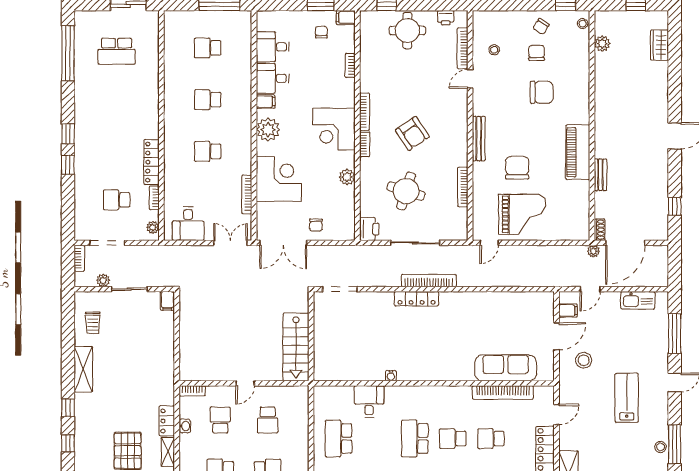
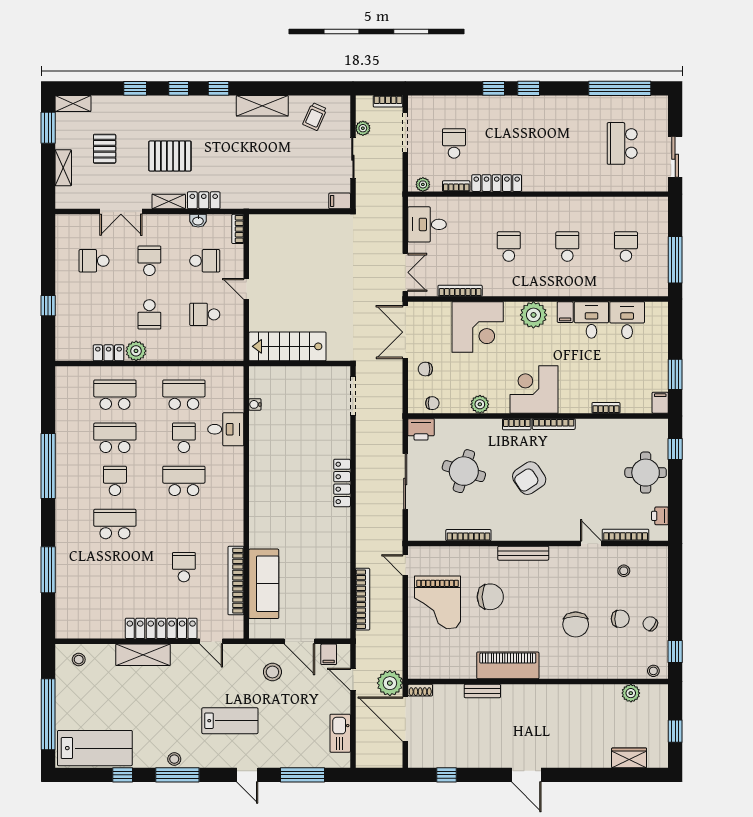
chair: (321, 32) -> (432, 403), moved
plant: (593, 251) -> (390, 683), width x1.87, depth x1.87
bookcase: (429, 281) -> (363, 599), moved
trolley: (93, 323) -> (315, 117), turned -66
water cooler: (391, 376) -> (255, 404), moved
school desk: (453, 439) -> (184, 438), moved

